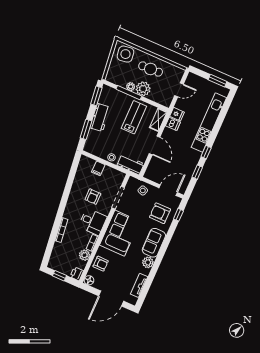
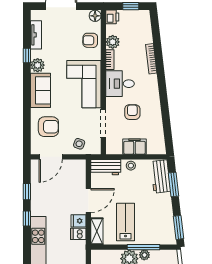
fridge: (177, 114) -> (78, 221), moved
workbench: (100, 117) -> (160, 176), moved
lab bench: (134, 117) -> (126, 222), turned 180
door: (155, 145) -> (88, 200), swing flipped
filing cabinet: (98, 168) -> (134, 147), width x2.00
window: (178, 215) -> (27, 55), moved

